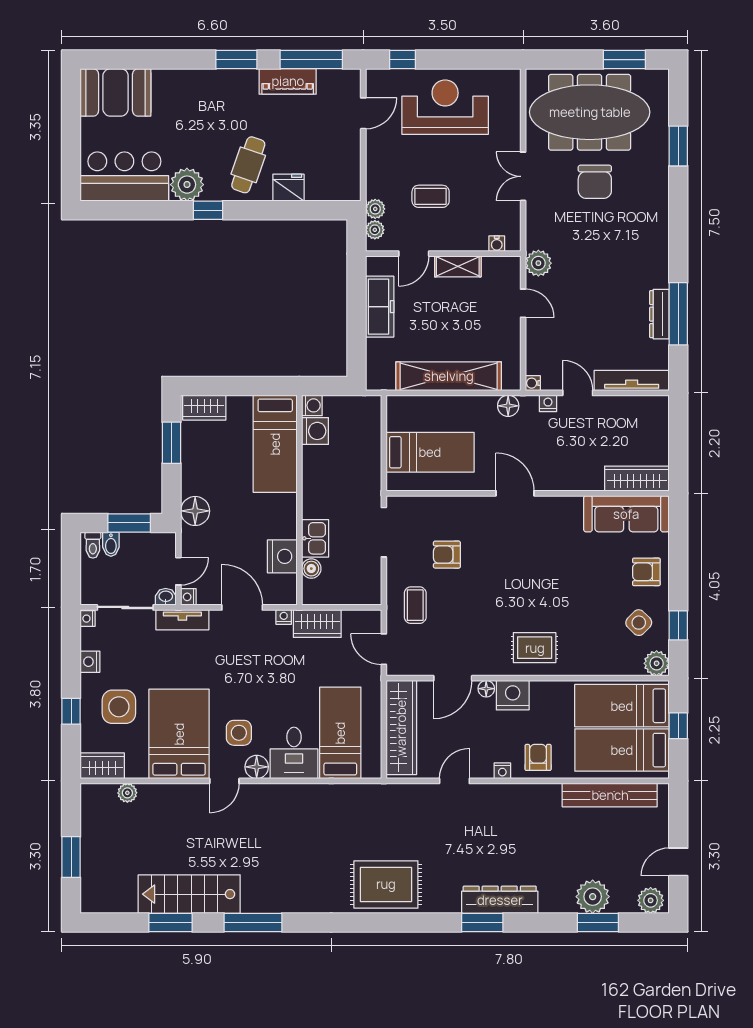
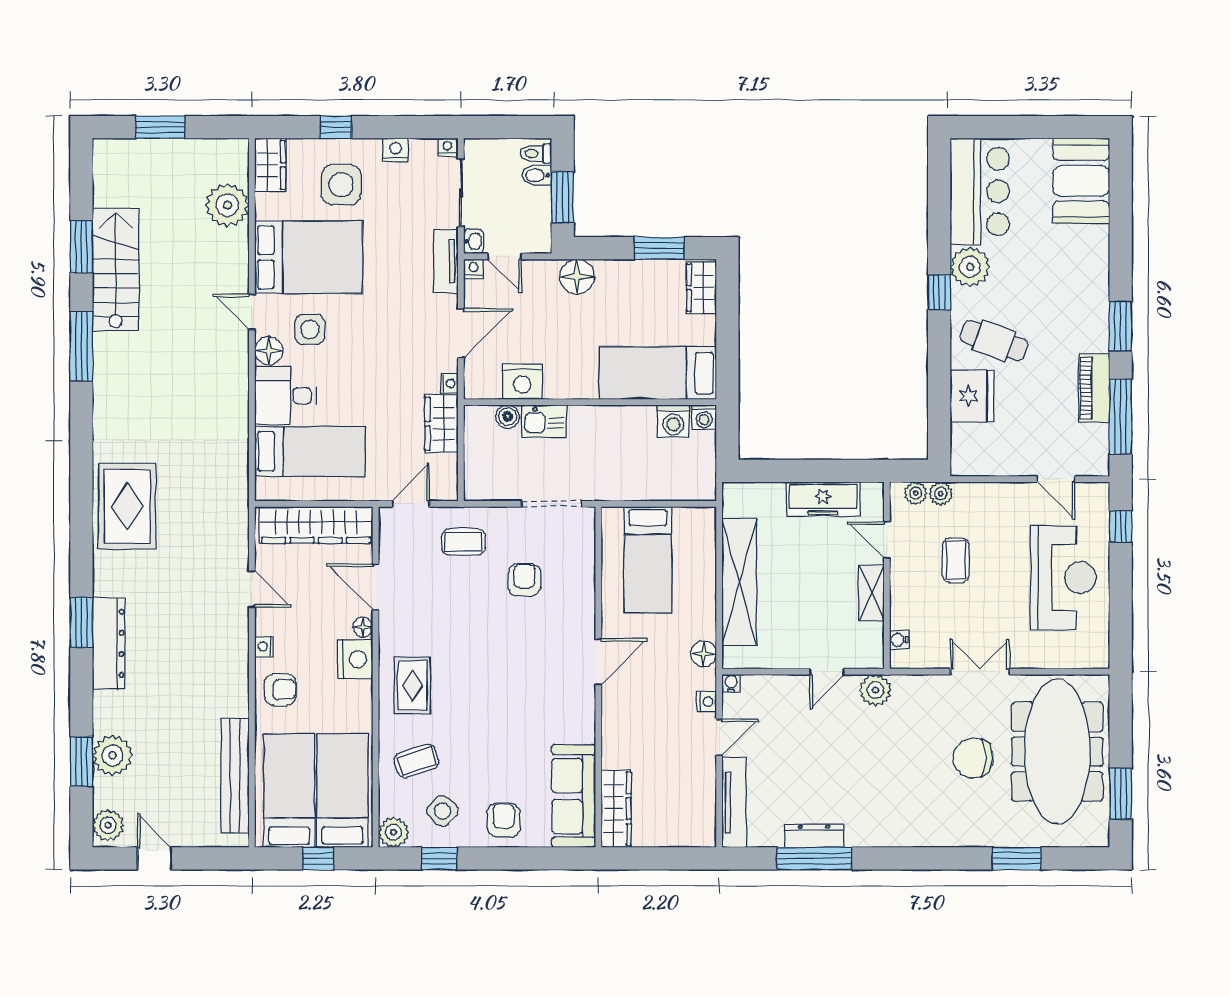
fridge: (288, 188) -> (972, 396), width x1.36, depth x1.34
coffee table: (597, 644) -> (417, 761), added
plant: (127, 793) -> (227, 205), width x1.88, depth x1.88

